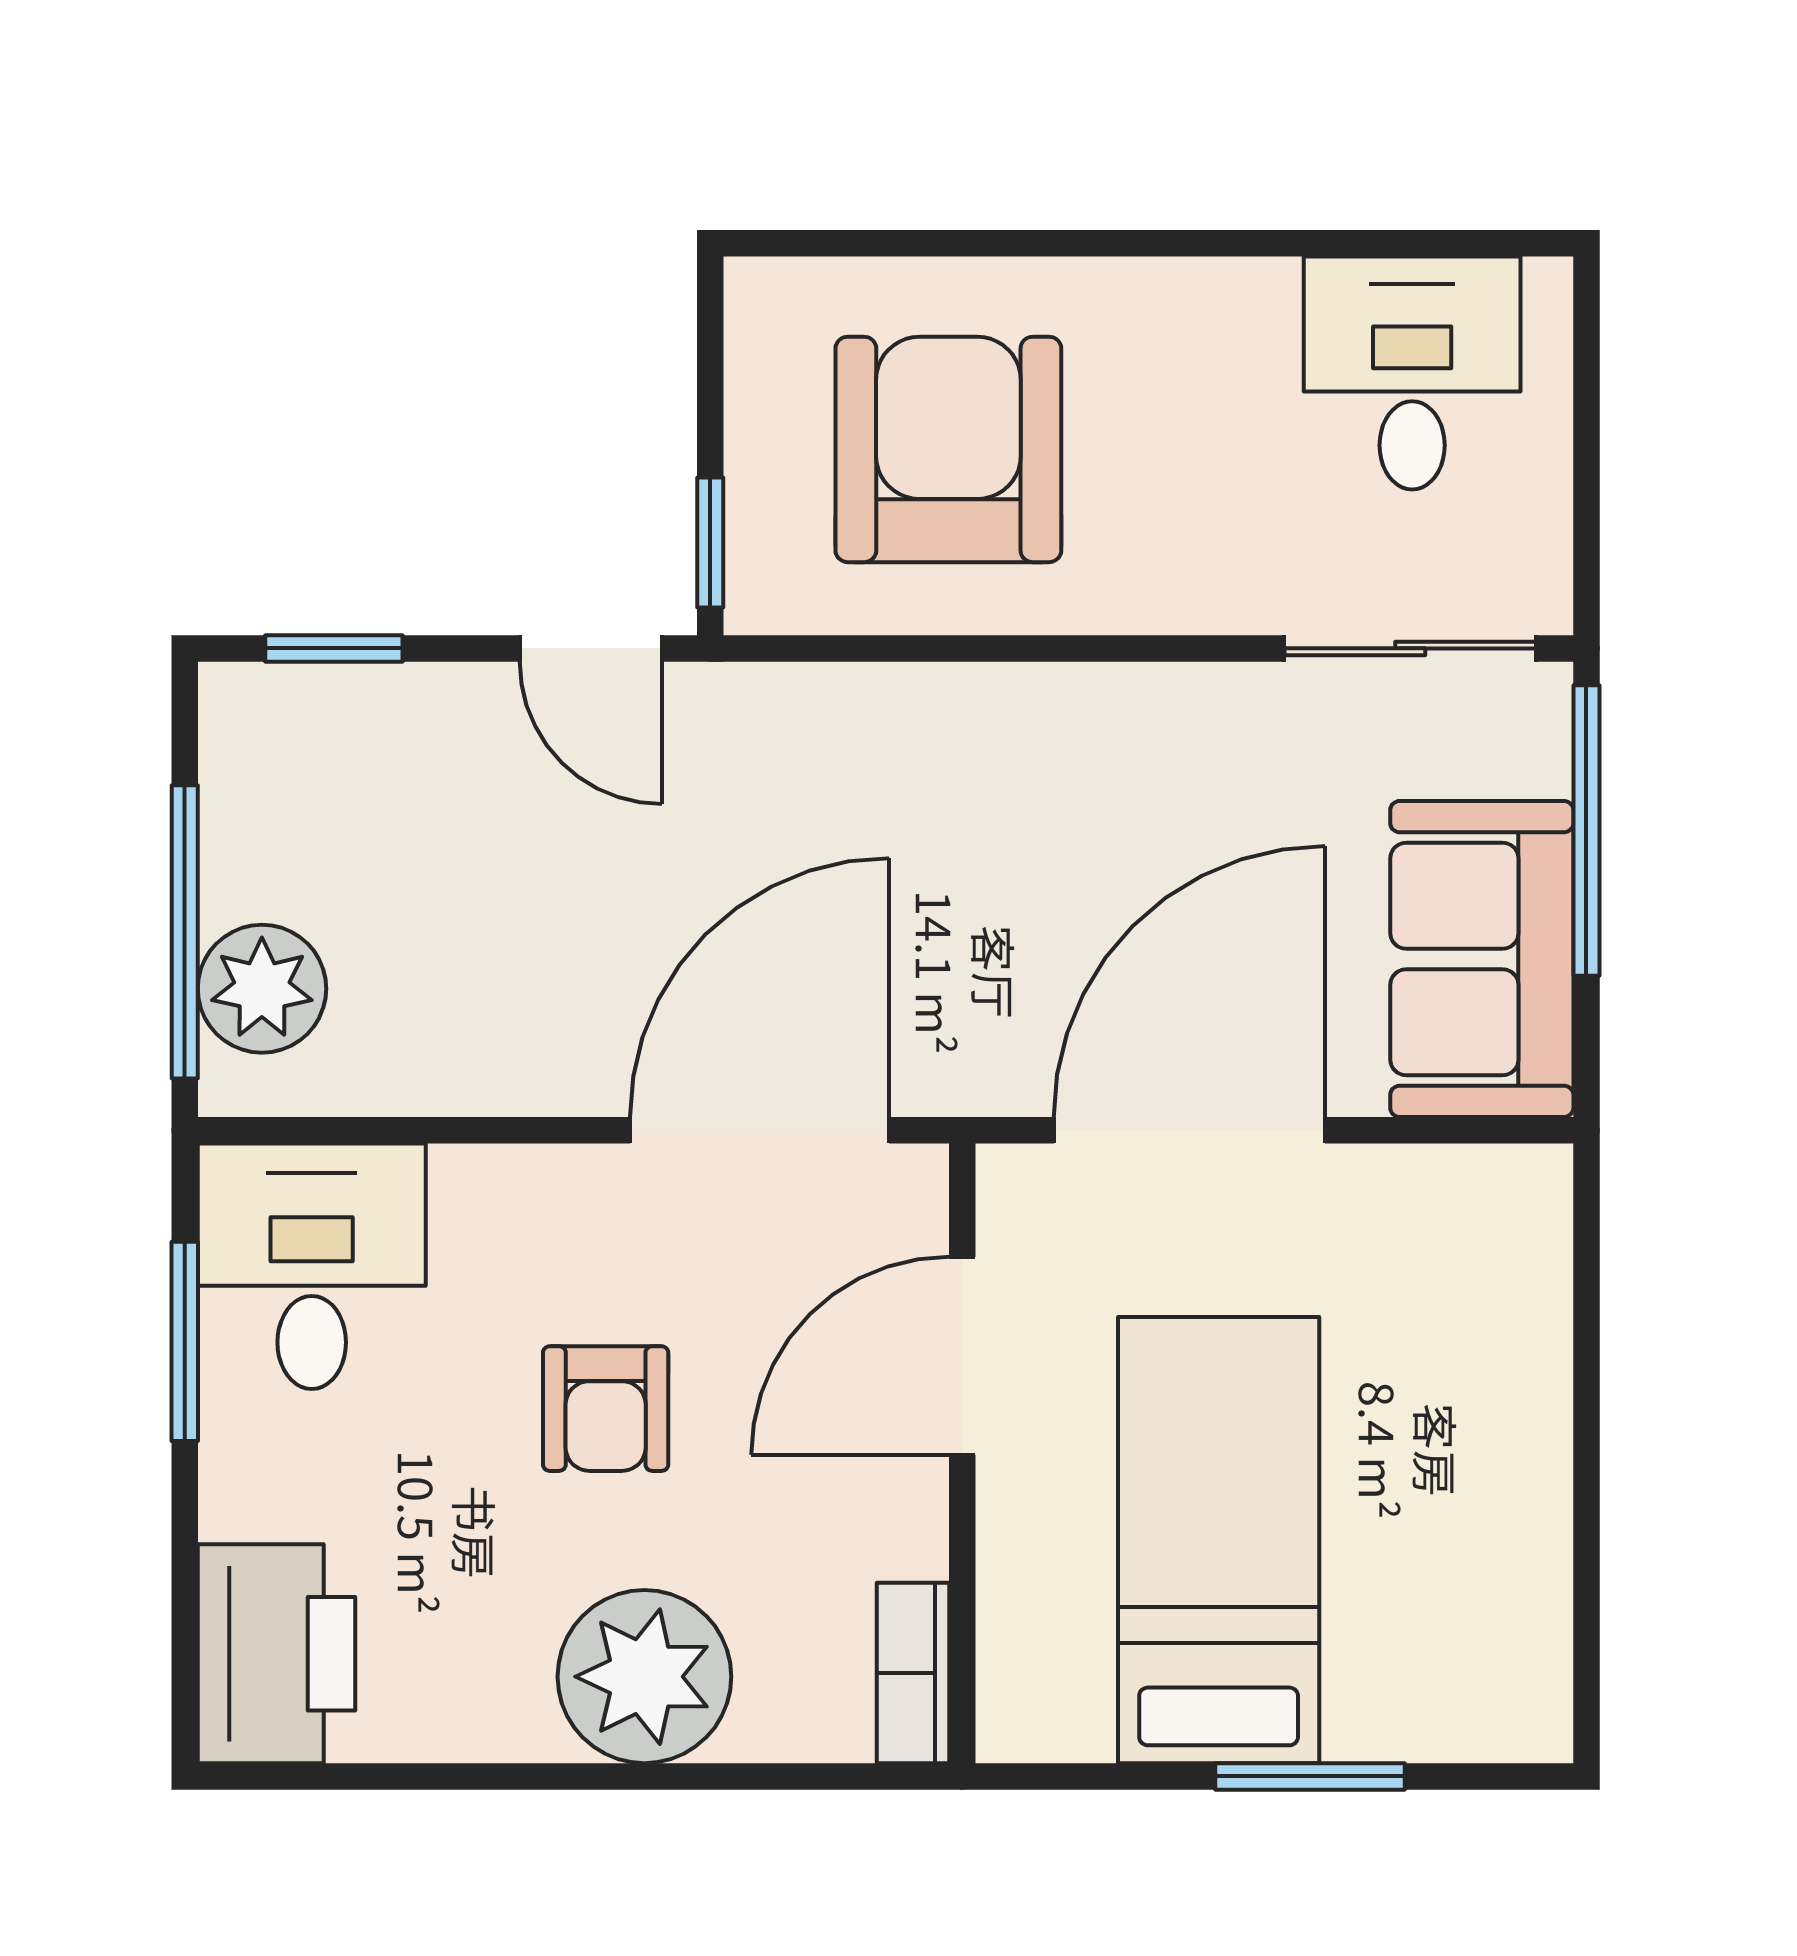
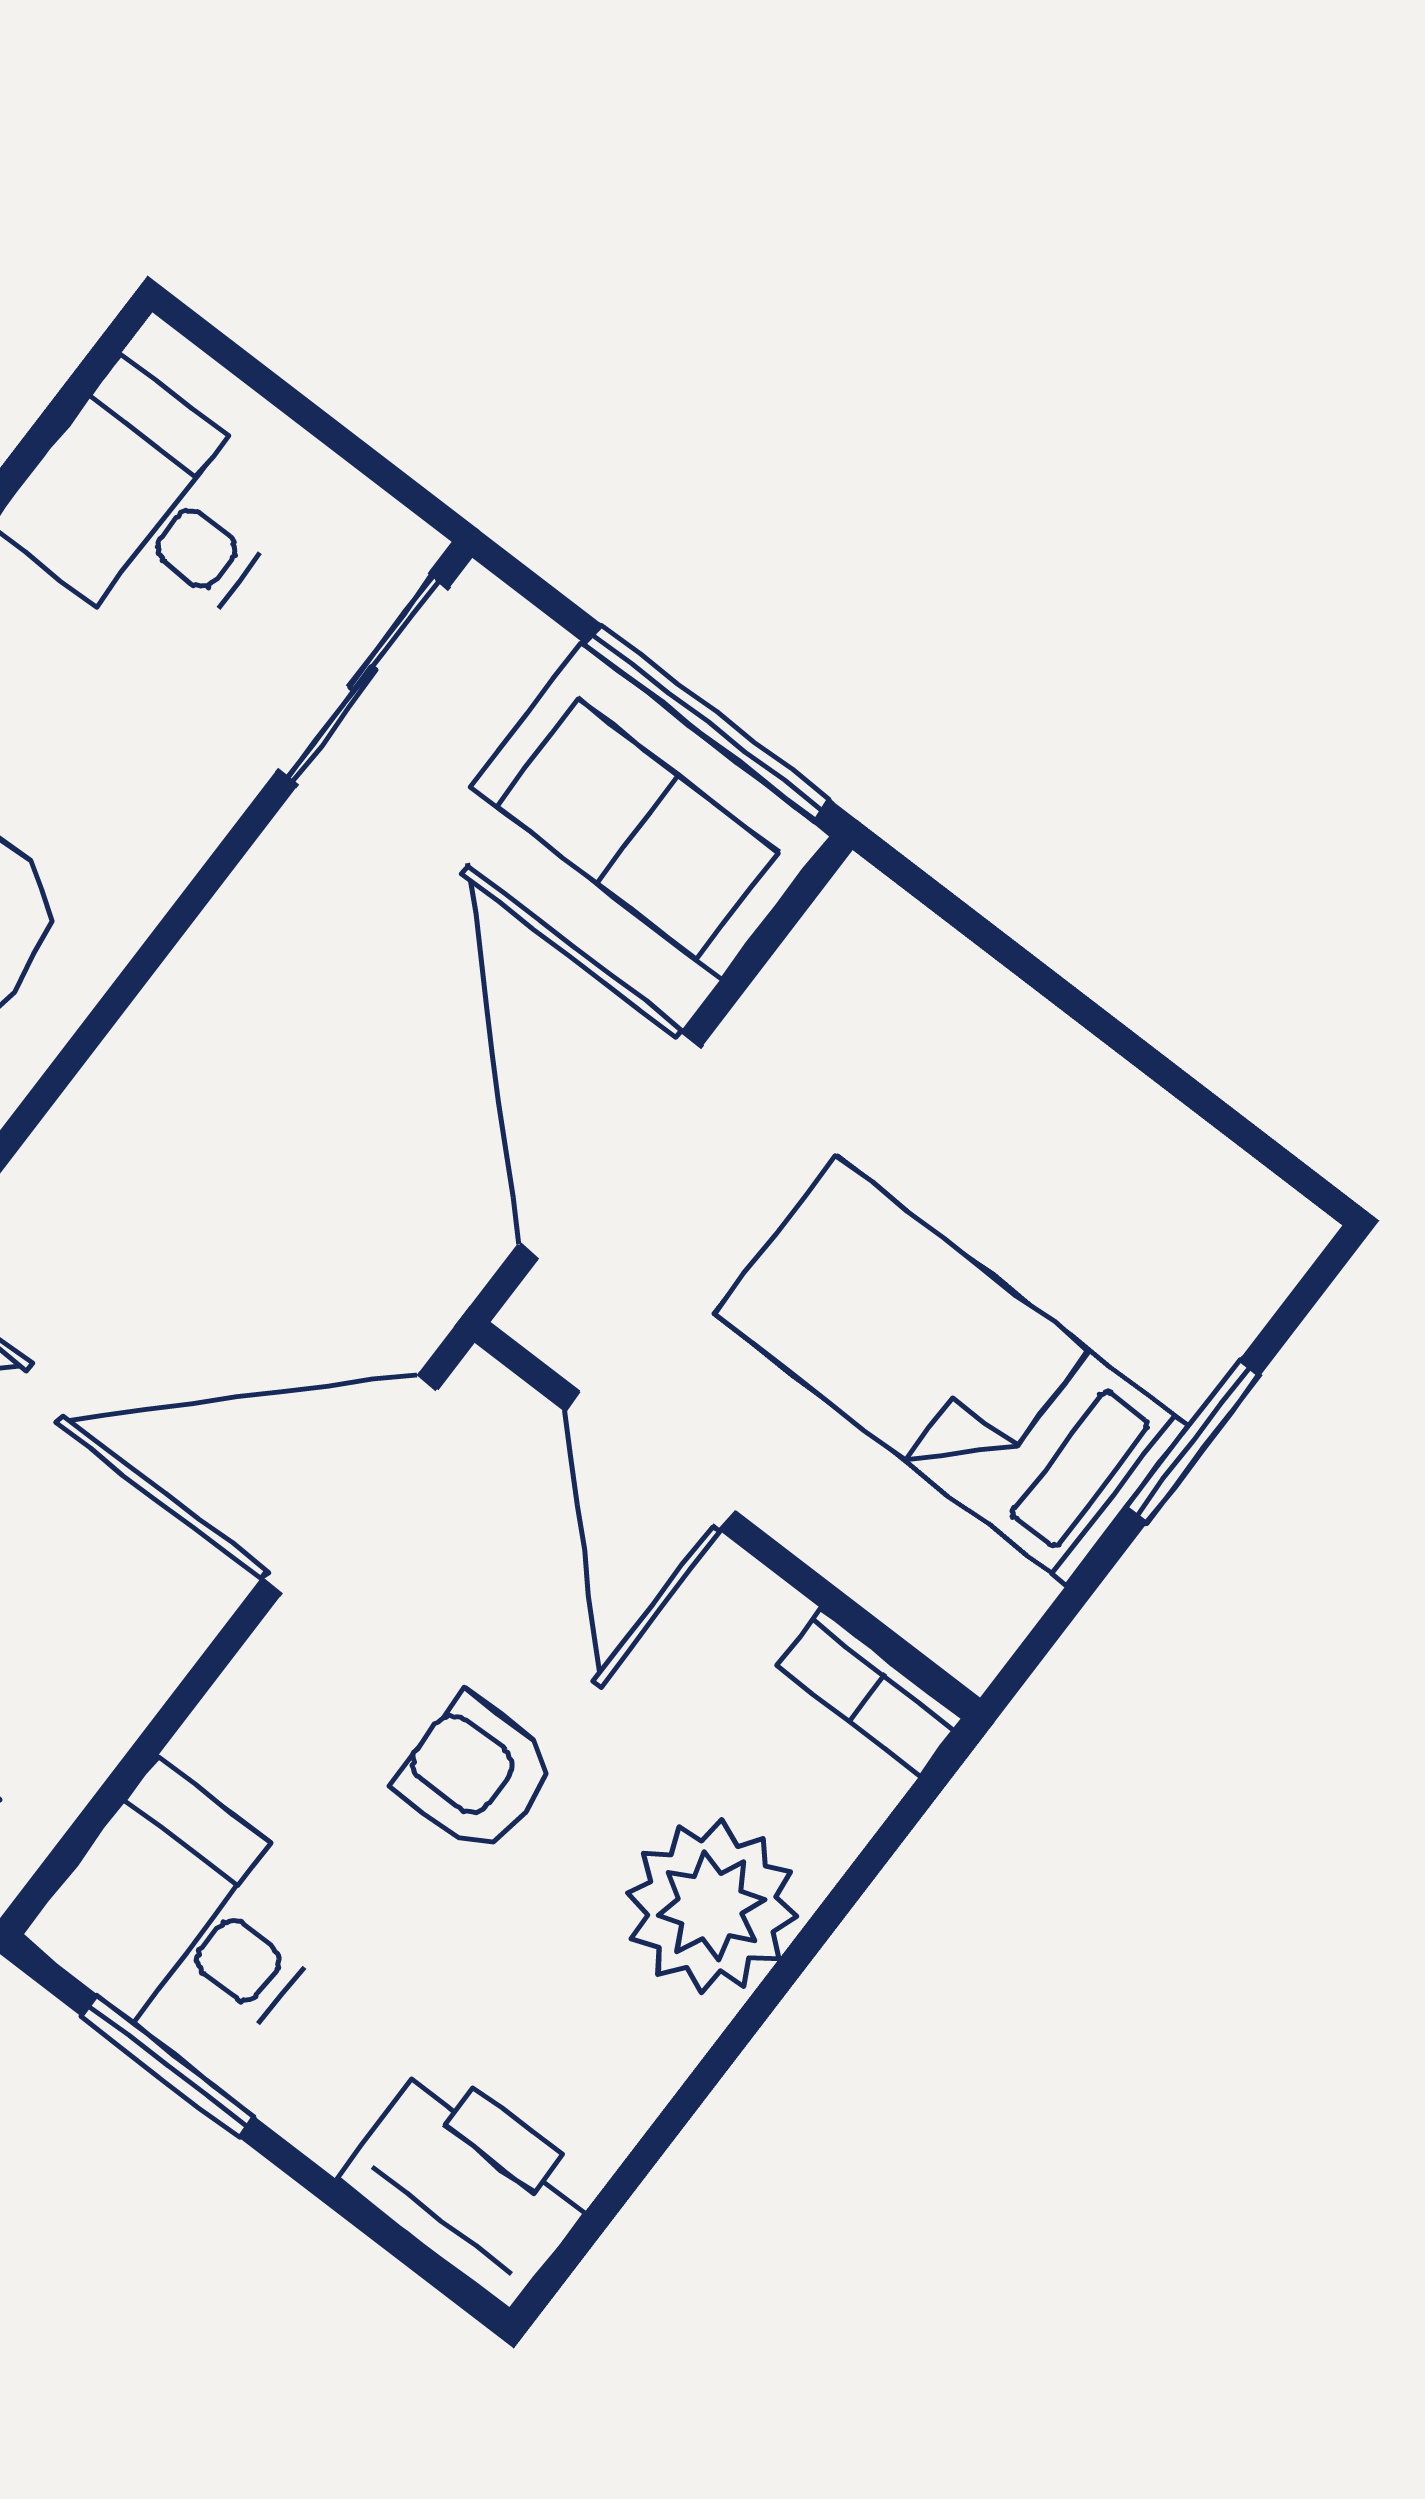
window: (1586, 830) -> (708, 722), moved
door: (760, 1130) -> (350, 1484), hinge flipped
armchair: (606, 1409) -> (476, 1775), turned 180

